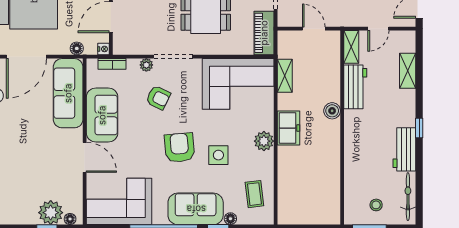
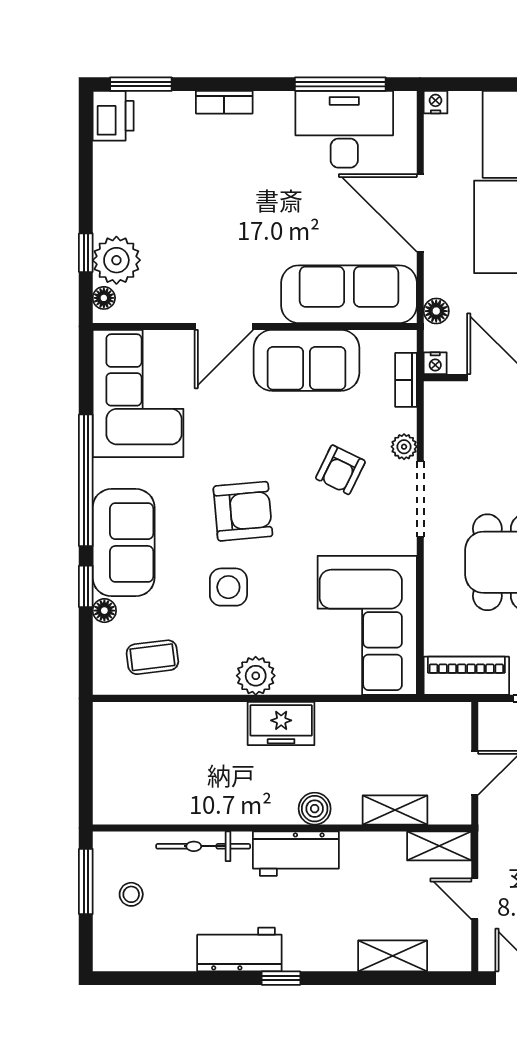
shelving: (285, 76) -> (395, 810), moved
workbench: (355, 87) -> (296, 854), moved
bicycle: (408, 197) -> (203, 846), moved, turned 180

